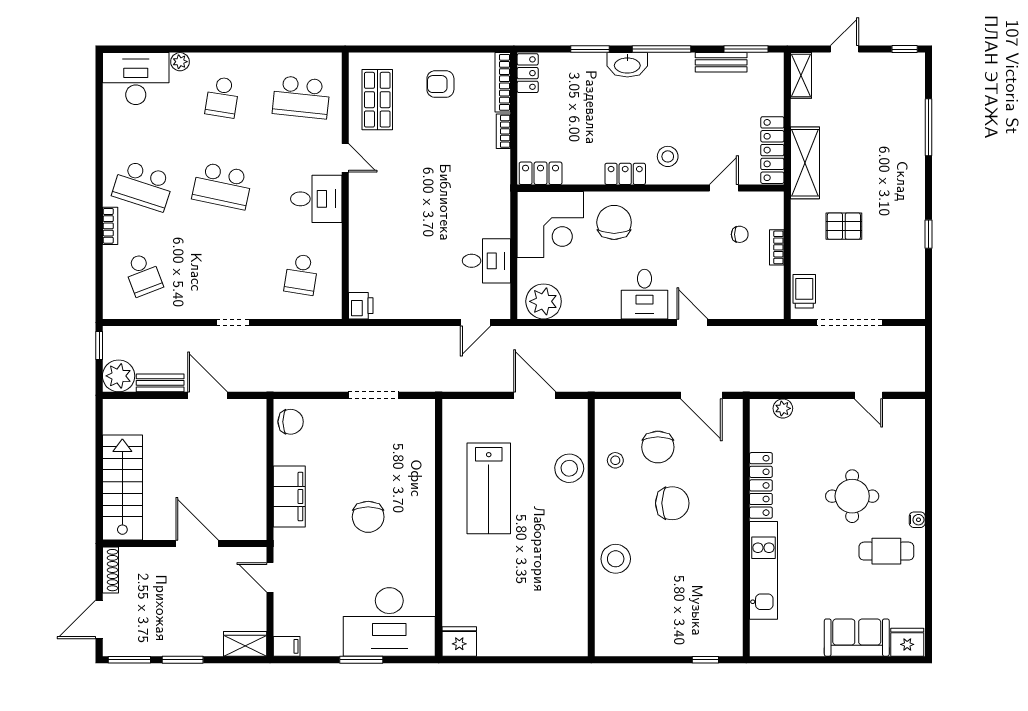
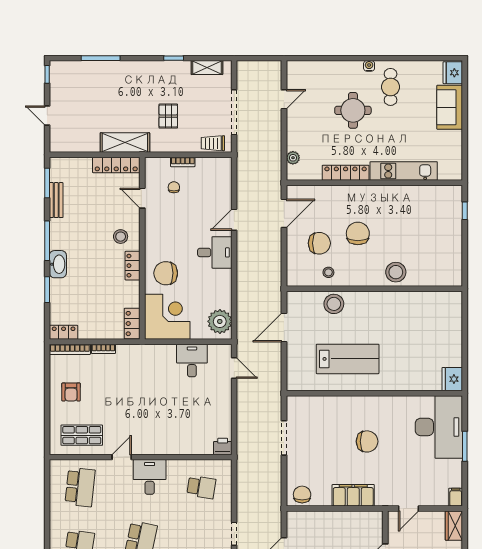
shelving: (801, 75) -> (207, 68), moved

